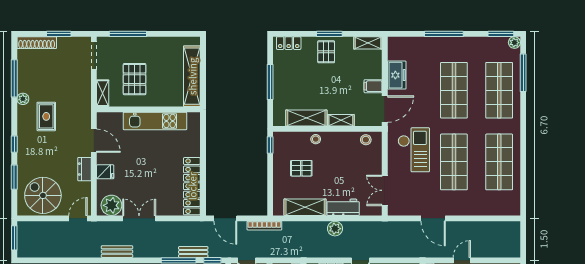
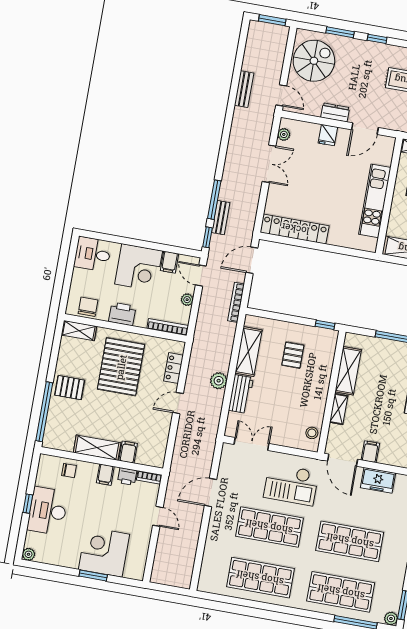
stool: (316, 139) -> (323, 377), removed
plant: (111, 205) -> (284, 134), width x0.53, depth x0.53
bench: (117, 252) -> (244, 89), moved

